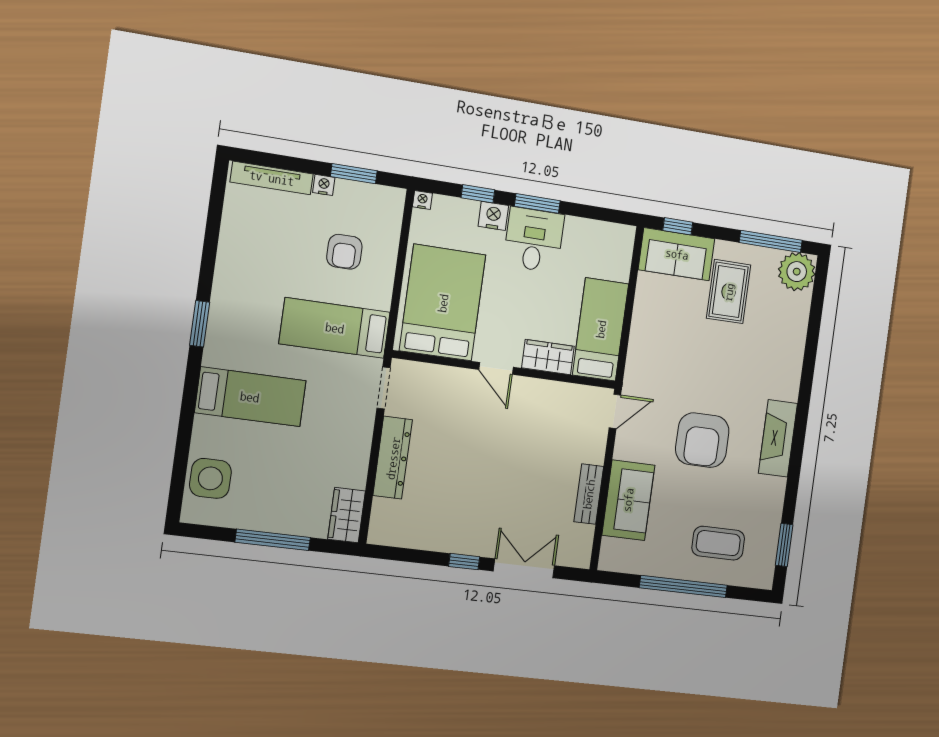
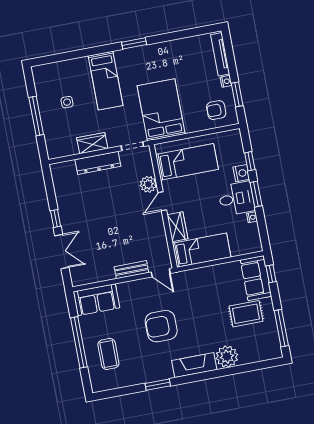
nightstand: (422, 200) -> (252, 217), moved
armchair: (344, 252) -> (216, 110), moved
plant: (797, 272) -> (227, 357), moved
bed: (443, 303) -> (187, 162), width x0.67
bed: (335, 328) -> (161, 110), width x1.50
plant: (459, 383) -> (148, 184), added
fireplace: (778, 438) -> (194, 365), moved
side table: (210, 478) -> (67, 102), moved, width x0.54, depth x0.54
bench: (589, 494) -> (131, 270), moved
sofa: (628, 500) -> (96, 300), moved
wardrobe: (347, 515) -> (92, 143), moved
window: (784, 545) -> (158, 385), moved

